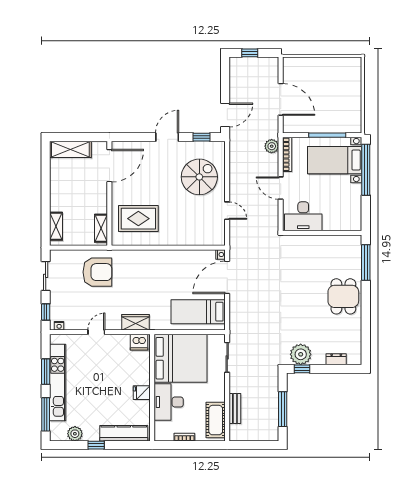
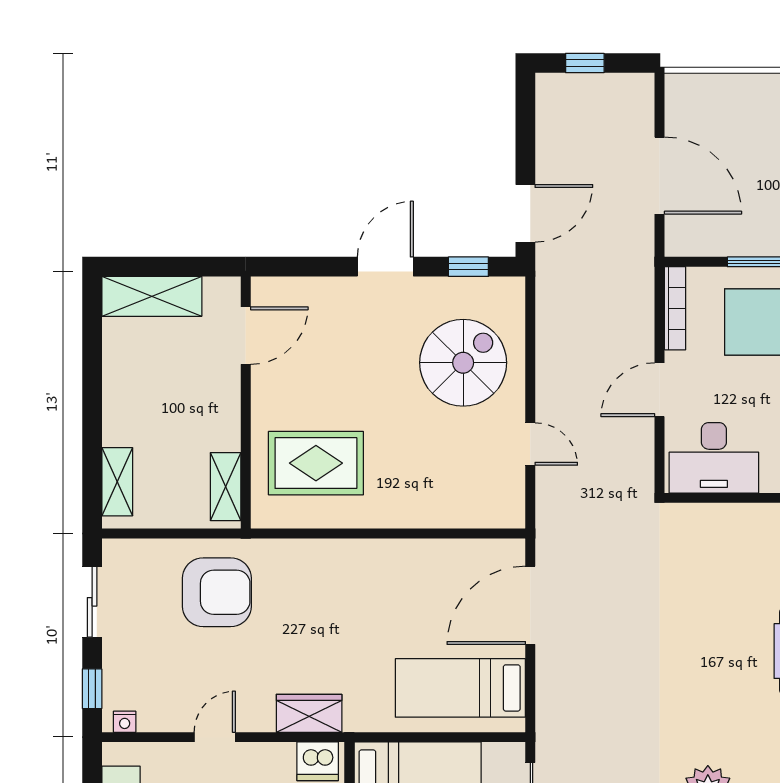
plant: (272, 146) -> (638, 289), removed
door: (109, 166) -> (246, 336), width x0.73
door: (281, 188) -> (660, 390), hinge flipped
nightstand: (221, 255) -> (514, 550), removed

